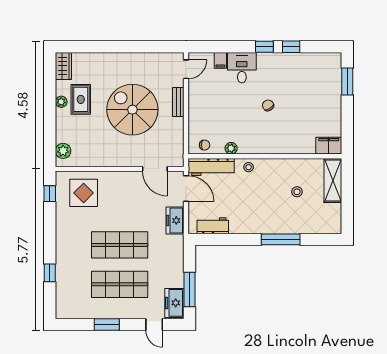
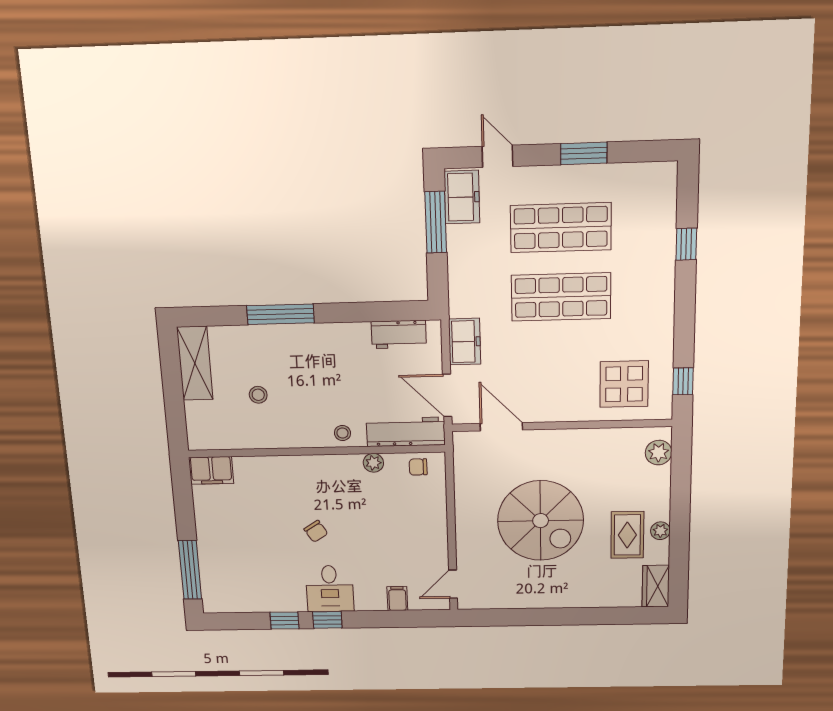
desk: (242, 68) -> (330, 589), moved
window: (347, 82) -> (190, 570), width x1.44
bench: (178, 102) -> (464, 534), removed
shelving: (333, 180) -> (195, 363), moved

